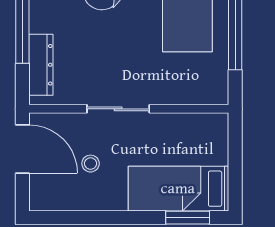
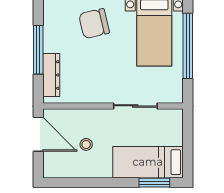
sliding door: (118, 109) -> (135, 106), moved

